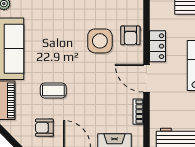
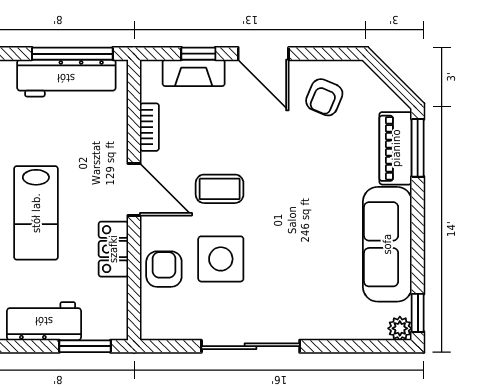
coffee table: (53, 90) -> (220, 189), moved
armchair: (44, 128) -> (324, 97), turned 113

